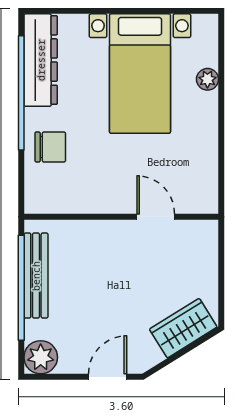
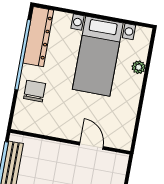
chair: (50, 147) -> (35, 91), turned -90

